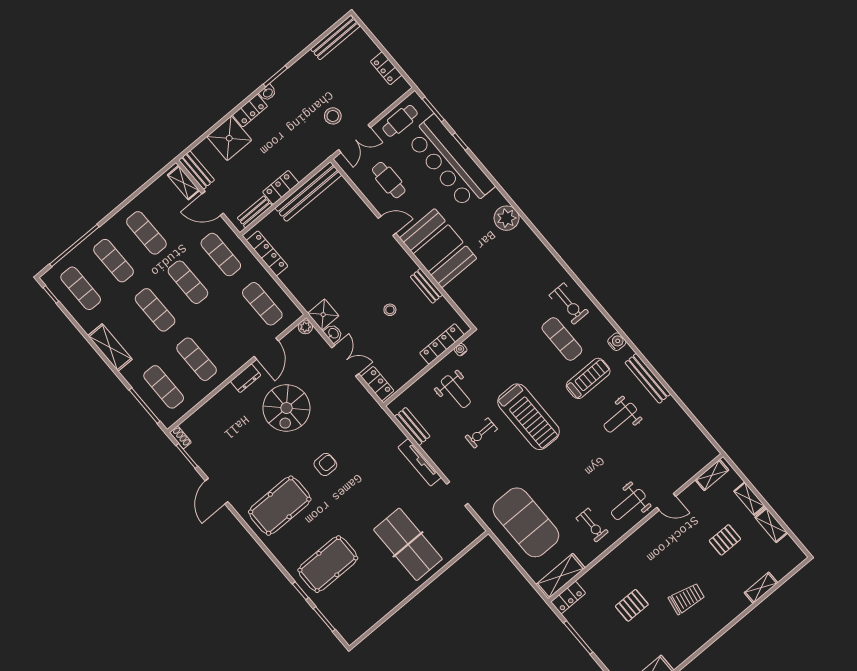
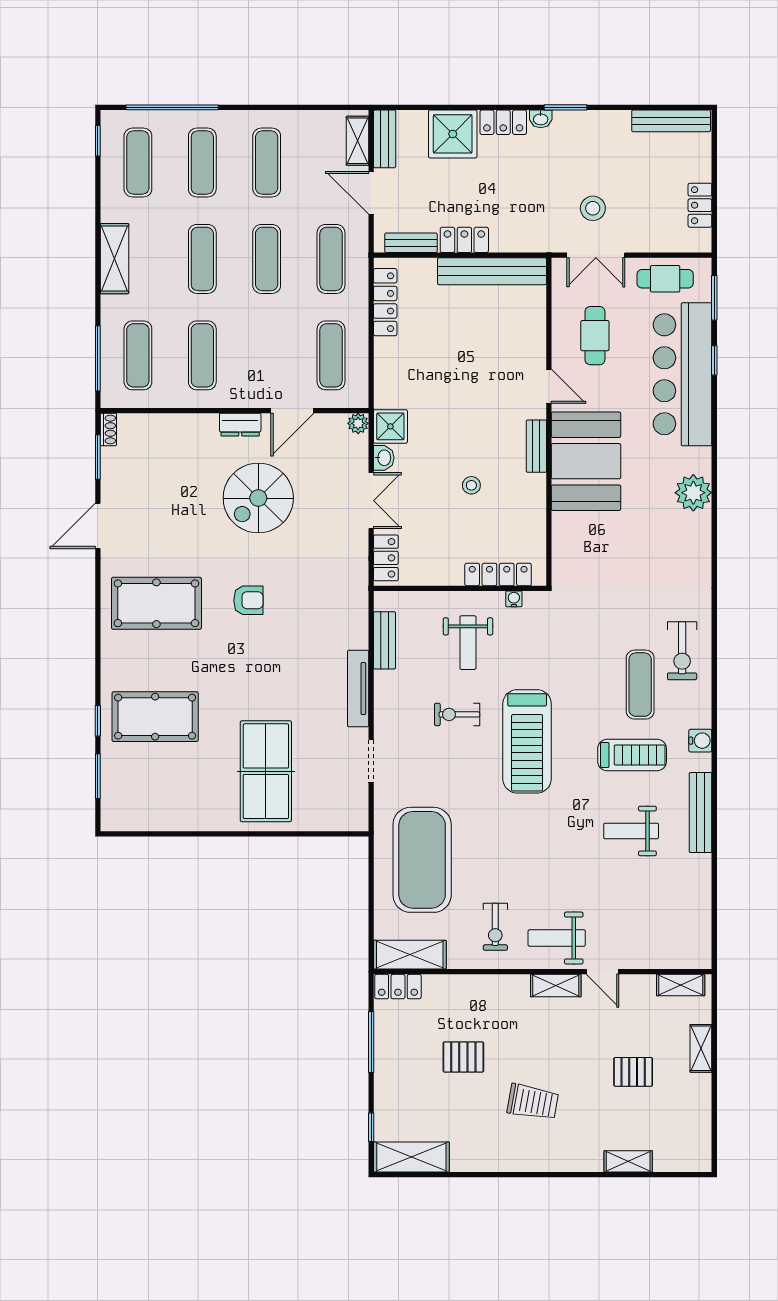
bench: (427, 286) -> (536, 446), moved
shelving: (771, 525) -> (556, 986), moved, turned 90

